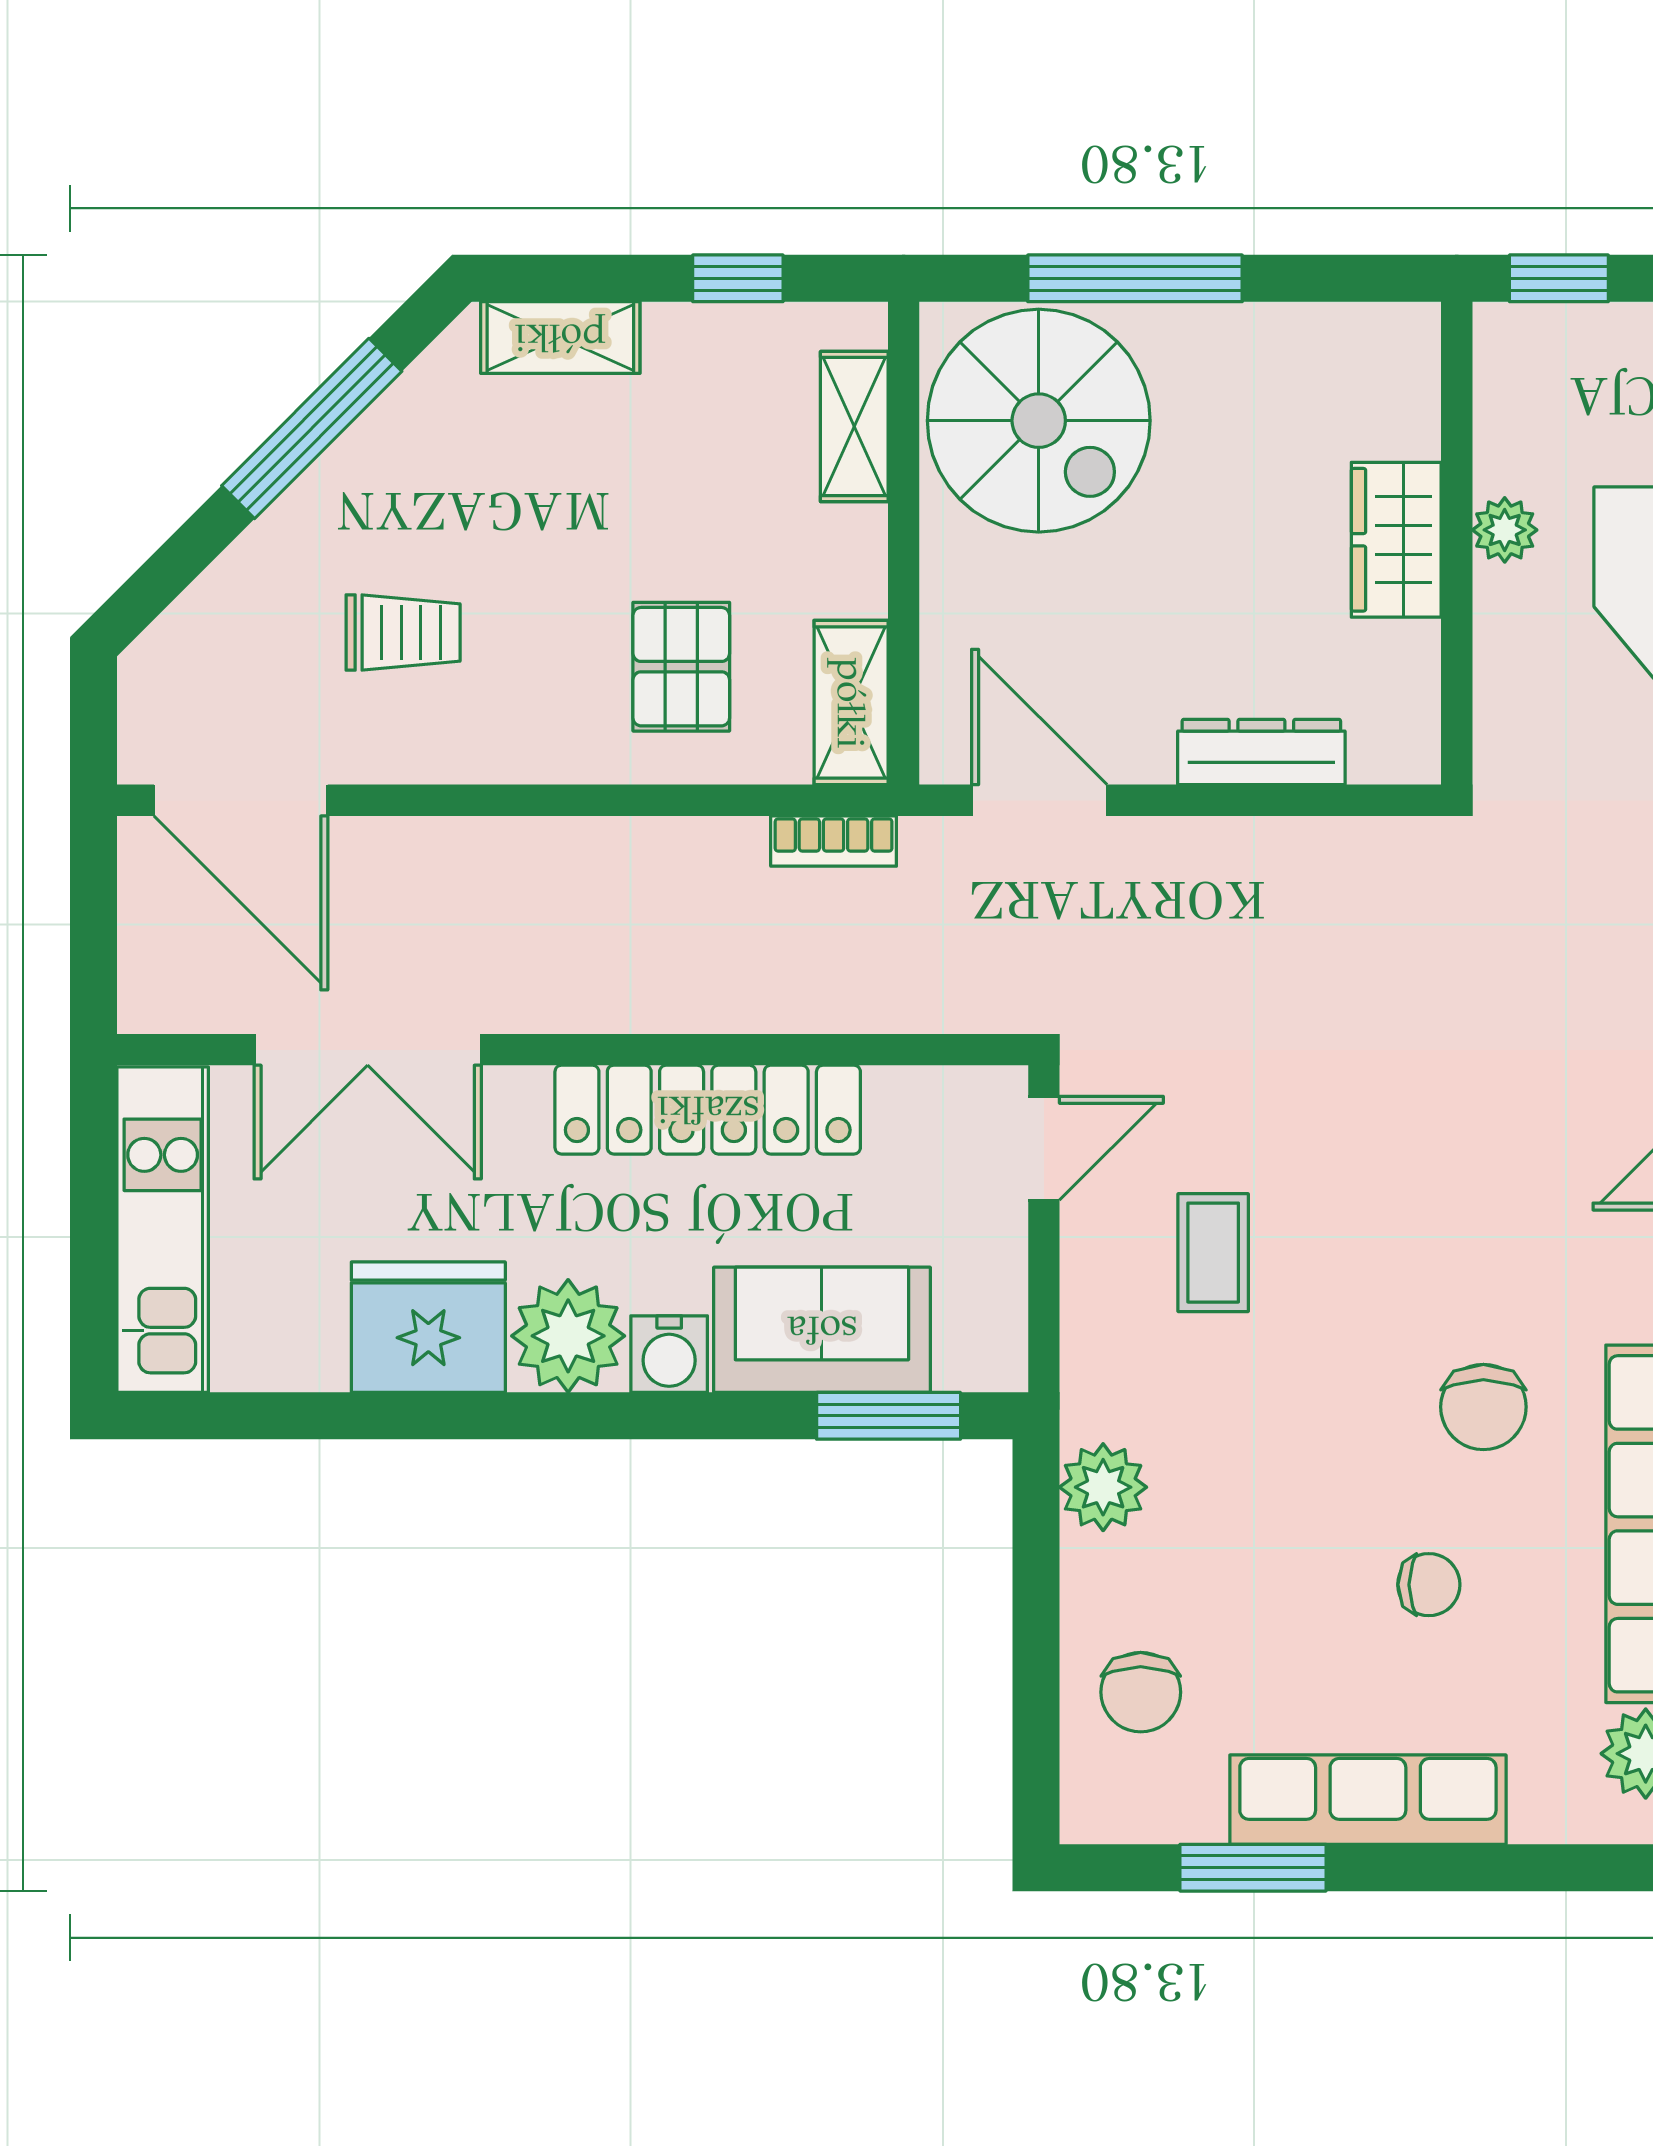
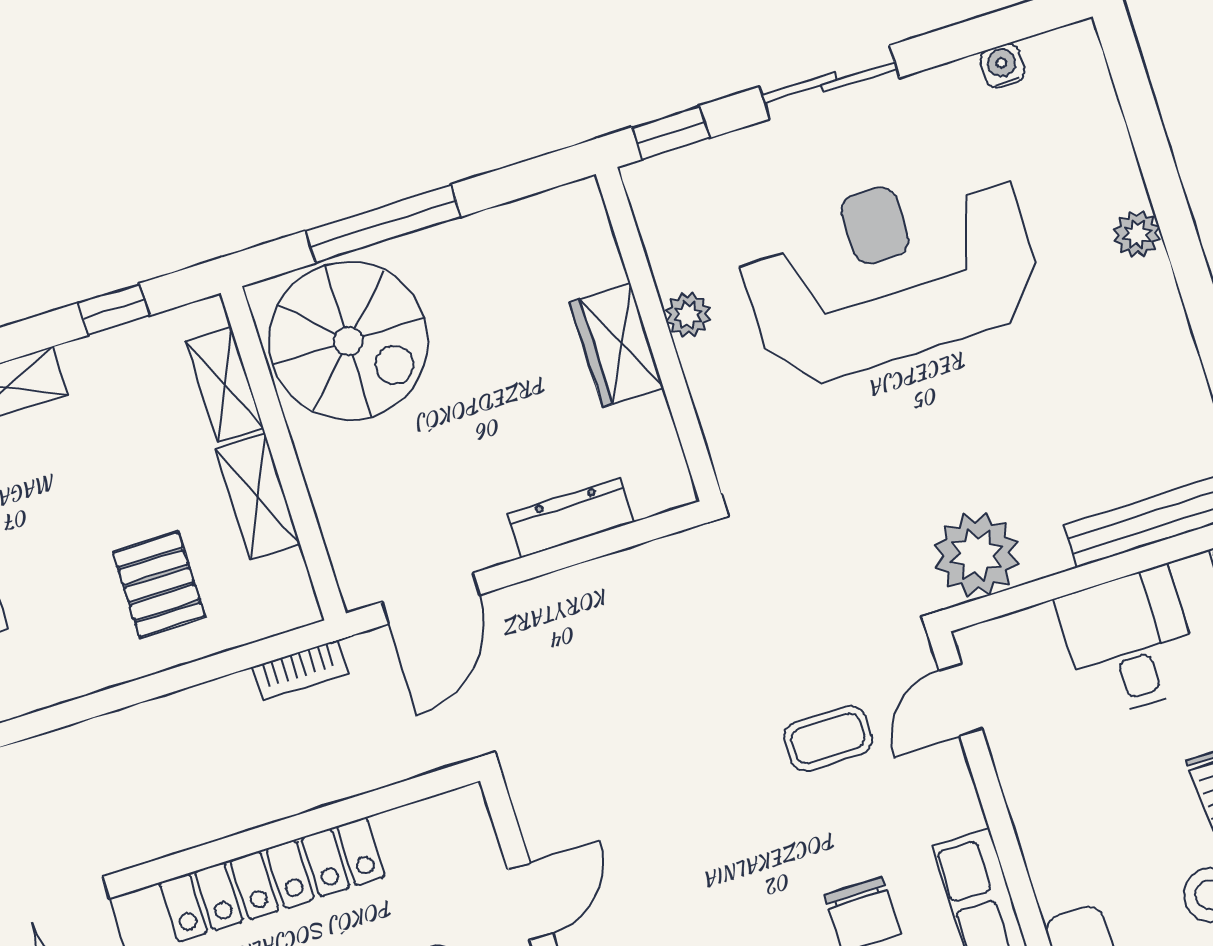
shelving: (851, 703) -> (258, 496), moved
door: (1039, 800) -> (431, 598), swing flipped
door: (1044, 1148) -> (530, 901), moved
coffee table: (1213, 1253) -> (828, 738), moved, turned 90

